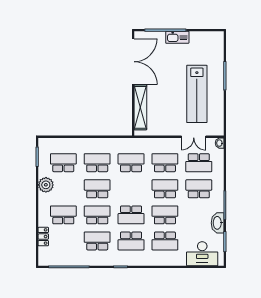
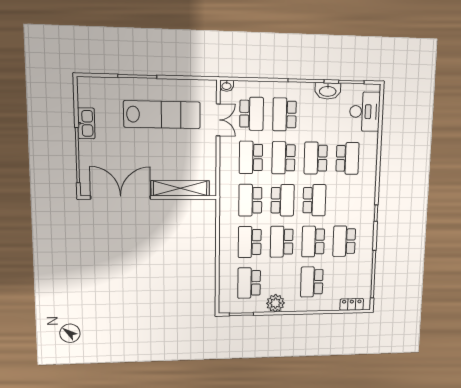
kitchen sink: (177, 37) -> (86, 123), moved
locker: (43, 237) -> (352, 304), moved
school desk: (131, 241) -> (283, 200), moved

